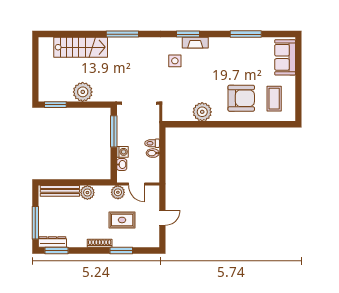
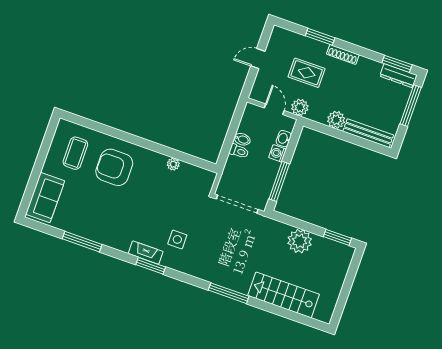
plant: (202, 112) -> (173, 164), width x0.53, depth x0.53

